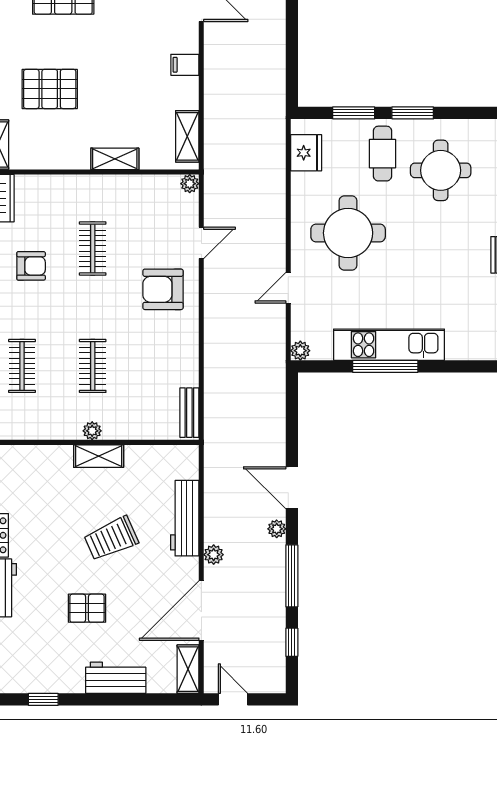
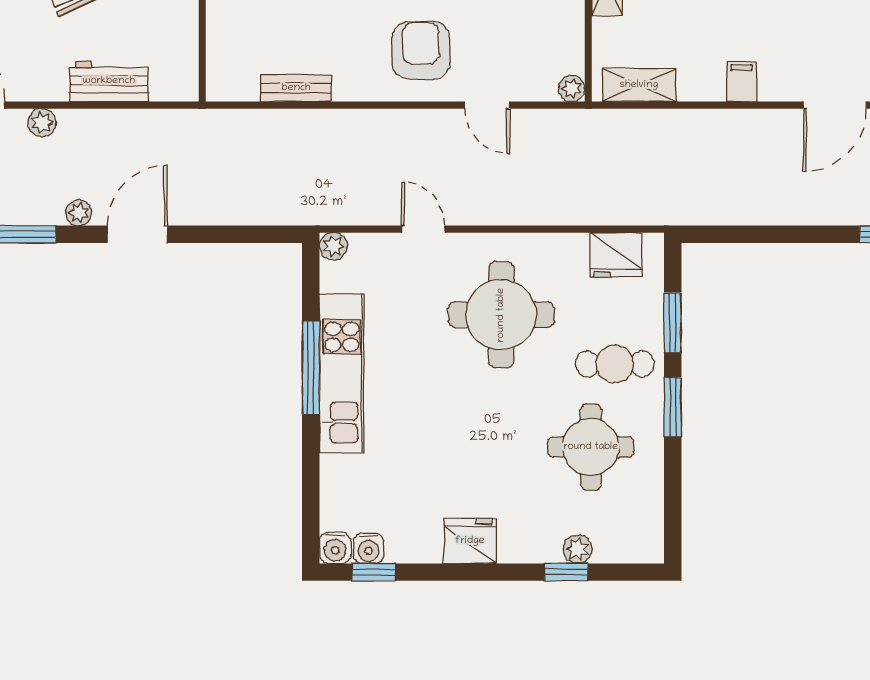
bench: (189, 413) -> (296, 88), moved
workbench: (185, 518) -> (109, 81), width x0.73

